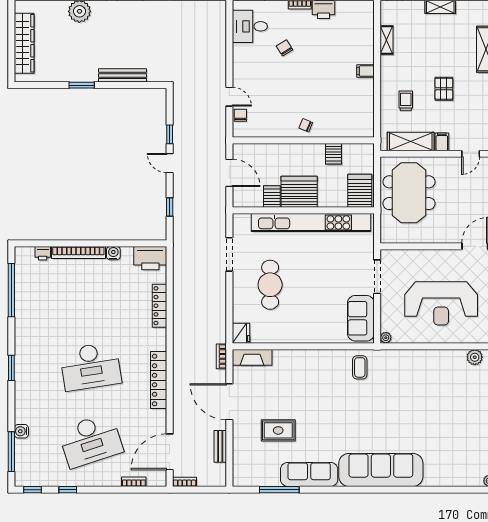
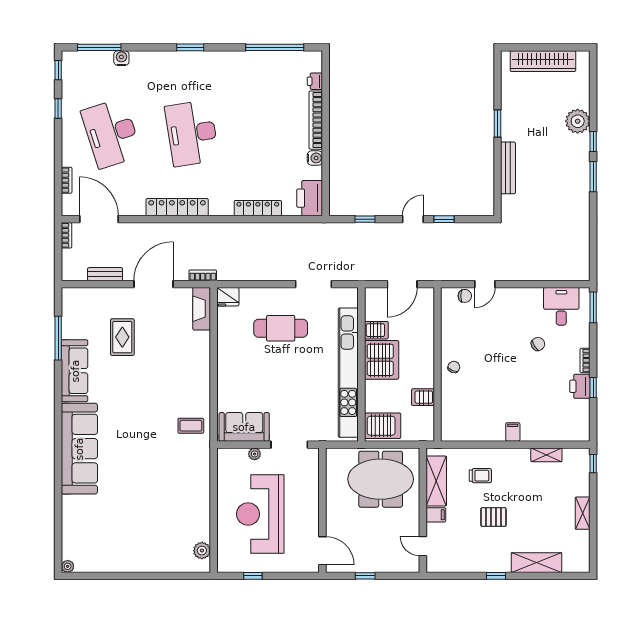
plant: (386, 338) -> (255, 454), moved

